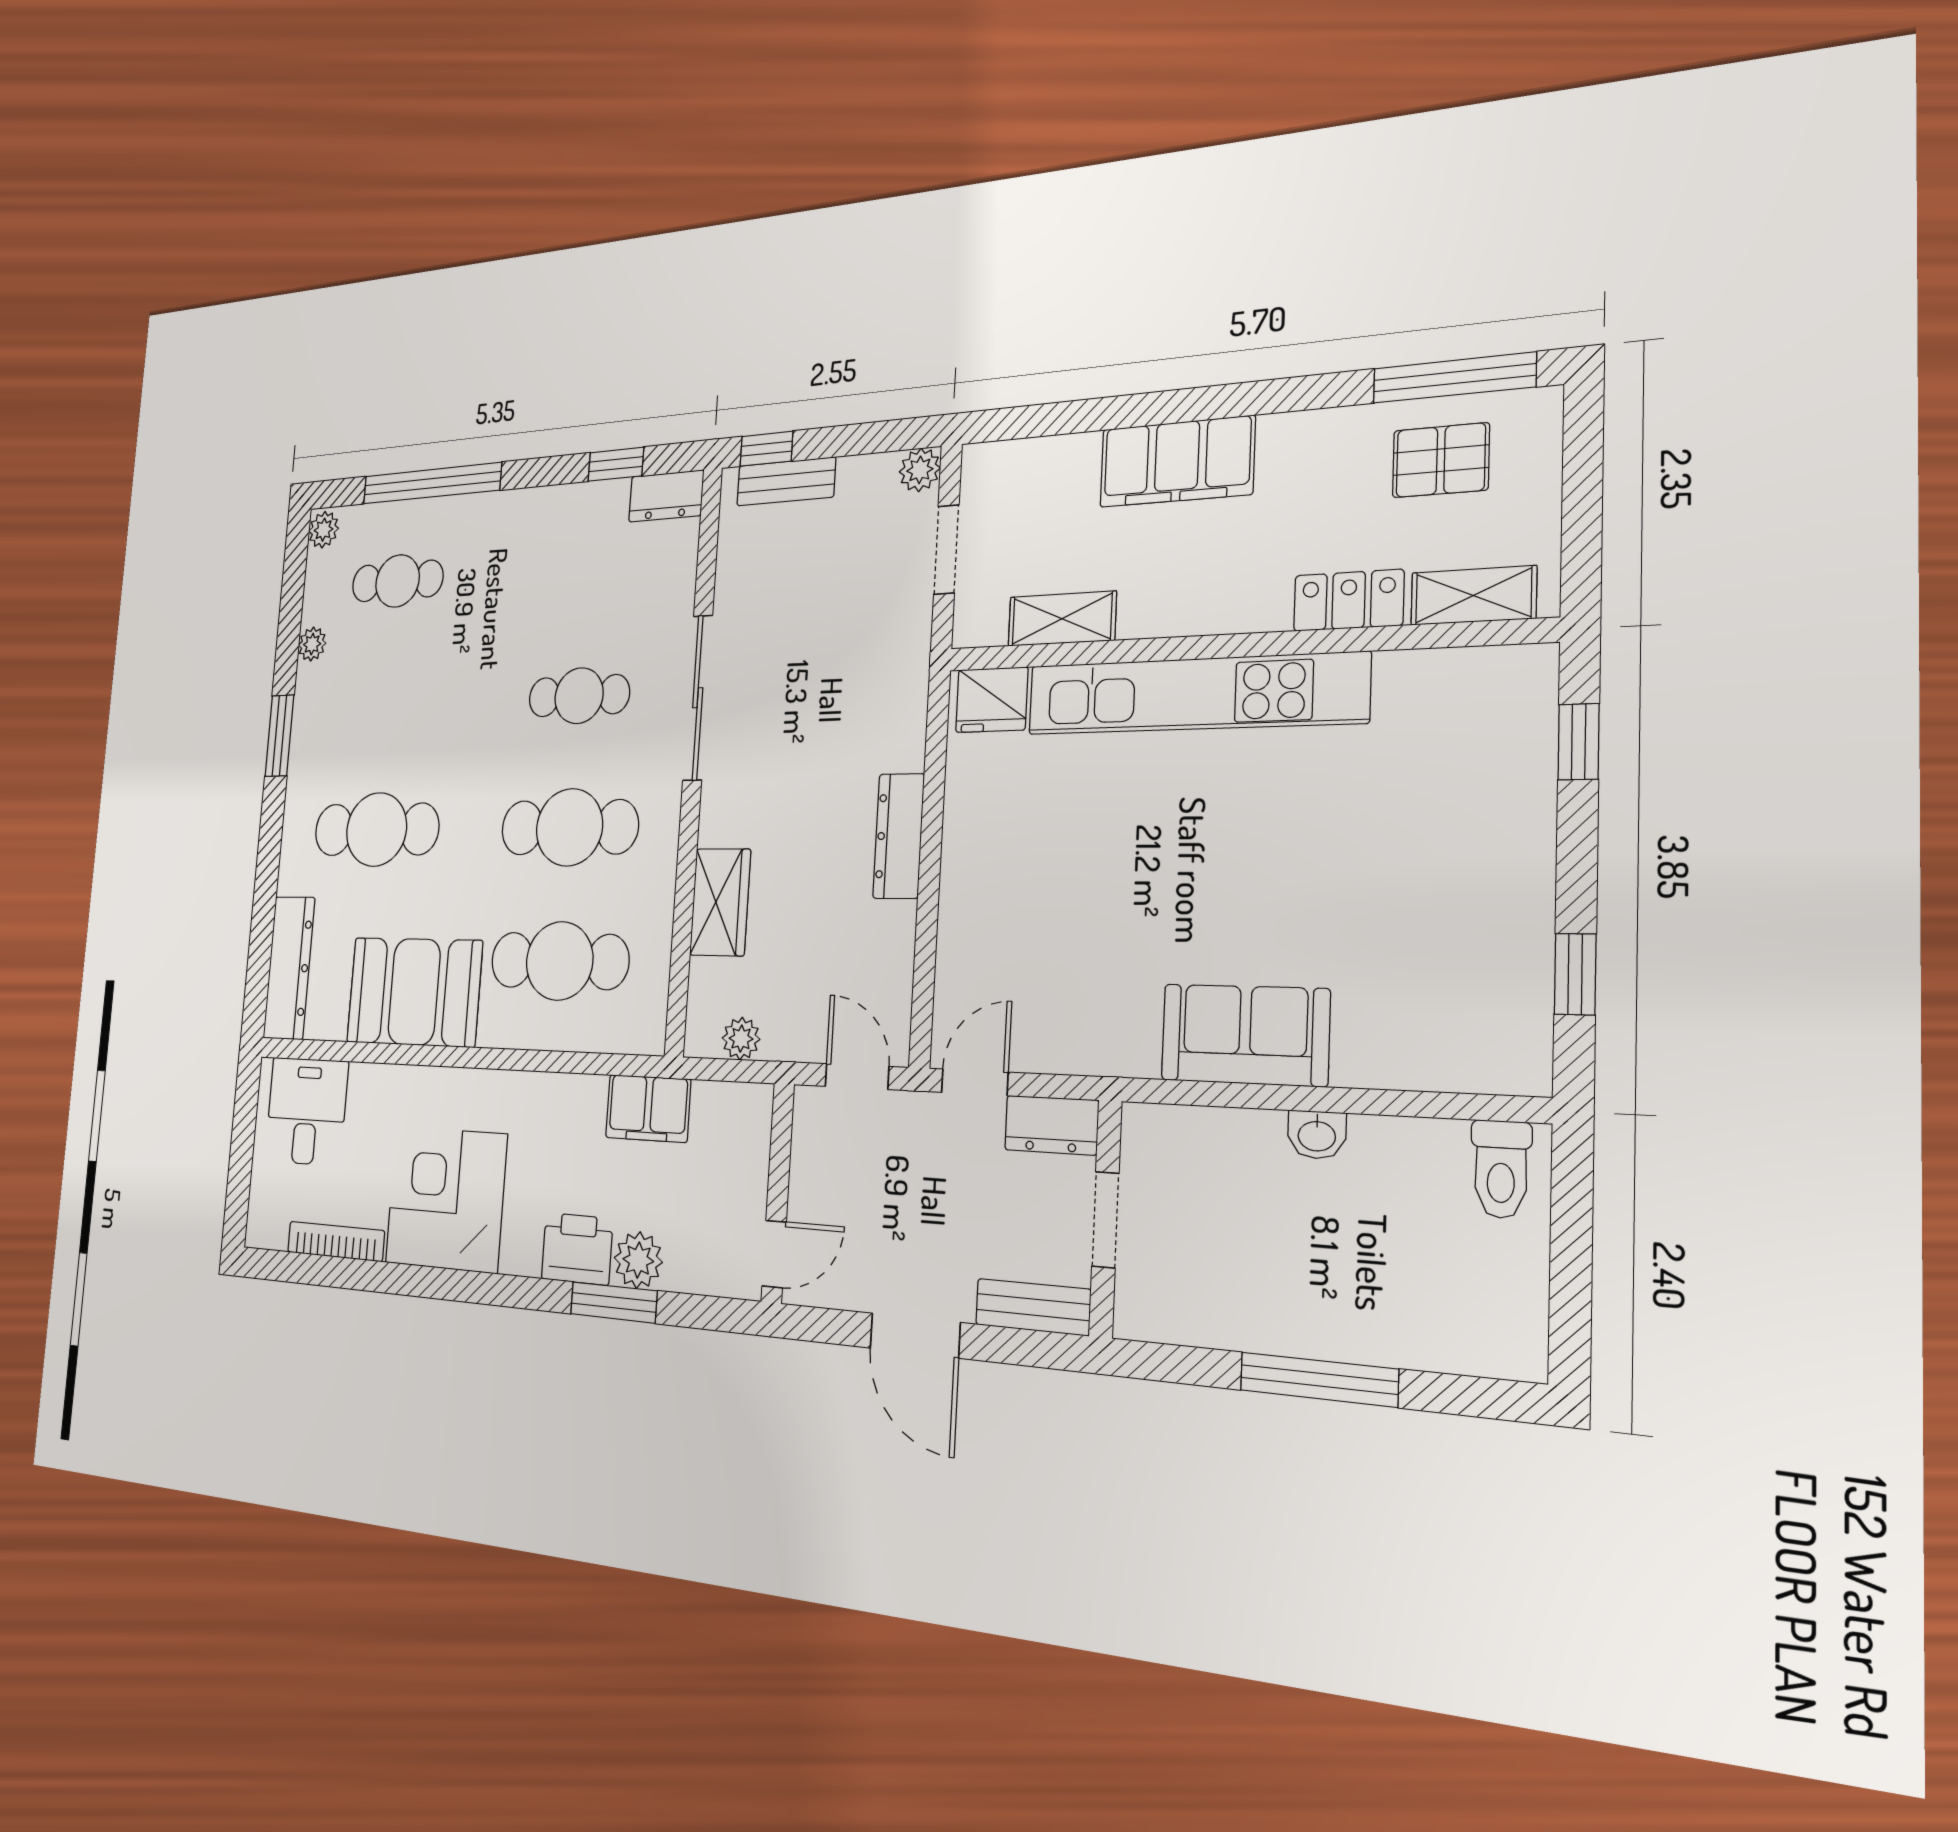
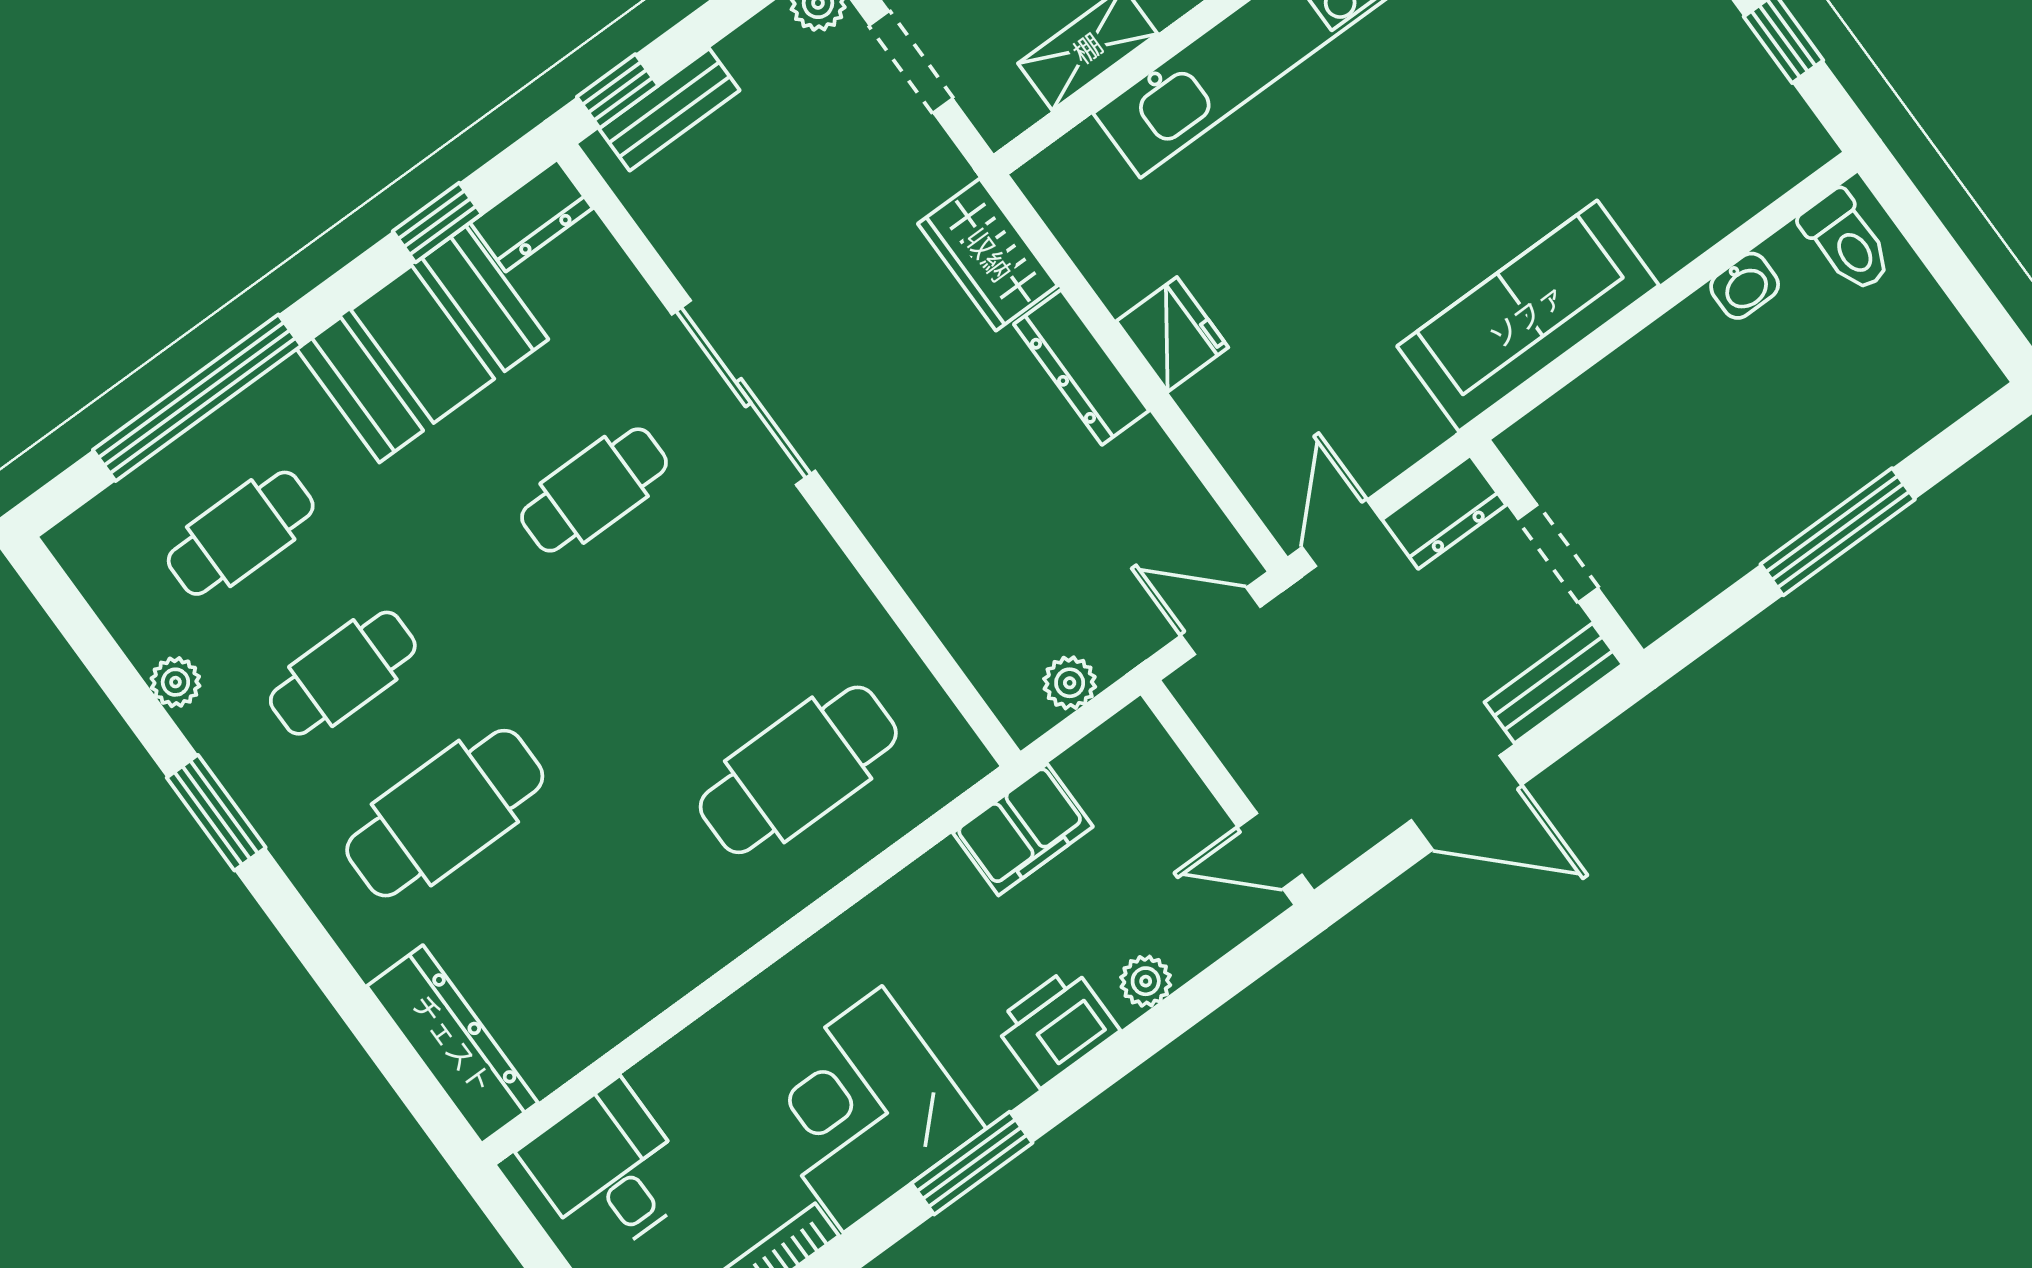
plant: (324, 530) -> (80, 547), removed
fridge: (992, 700) -> (1172, 334), moved, turned -90
cafe table: (569, 827) -> (343, 673), moved, width x0.73, depth x0.74
wardrobe: (720, 902) -> (988, 255), moved, turned 180
booth: (414, 992) -> (423, 344), moved
sofa: (1245, 1035) -> (1528, 316), width x1.36
washbasin: (1317, 1135) -> (1745, 286), moved
door: (774, 1254) -> (1270, 851), swing flipped
plant: (638, 1260) -> (1146, 981), width x0.73, depth x0.73
window: (614, 1302) -> (972, 1163), moved

